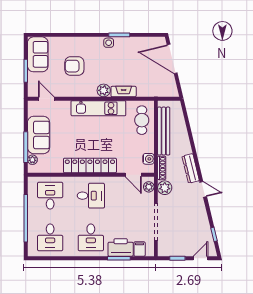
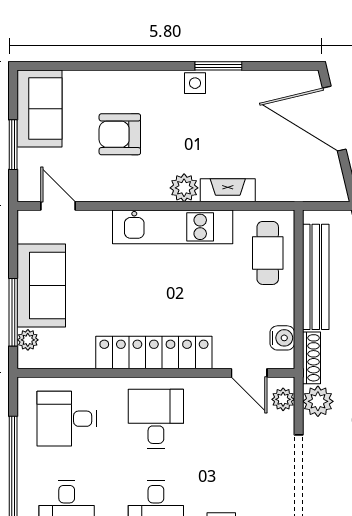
desk: (50, 196) -> (67, 419), turned -90
desk: (91, 196) -> (156, 419), turned -90

